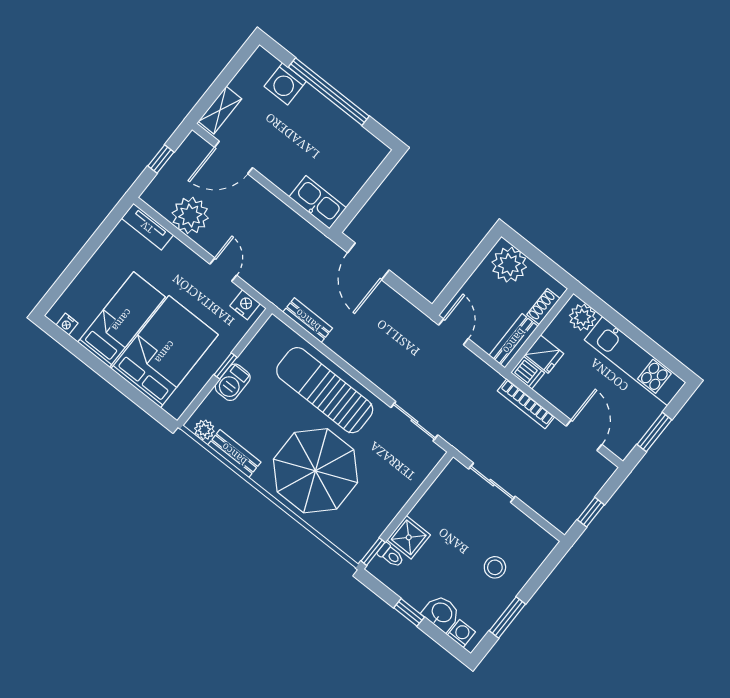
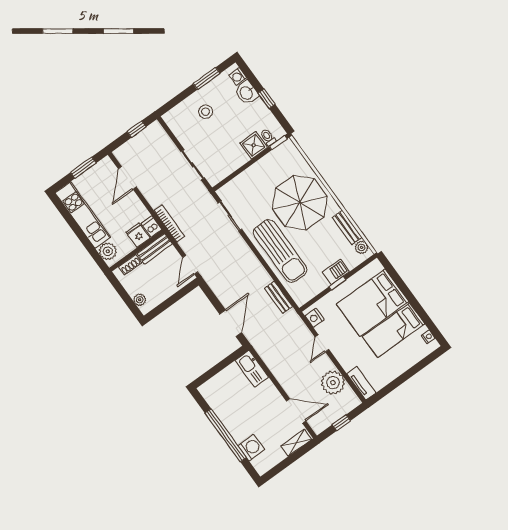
plant: (509, 265) -> (140, 300), width x0.53, depth x0.53
bookcase: (526, 404) -> (169, 223), moved

